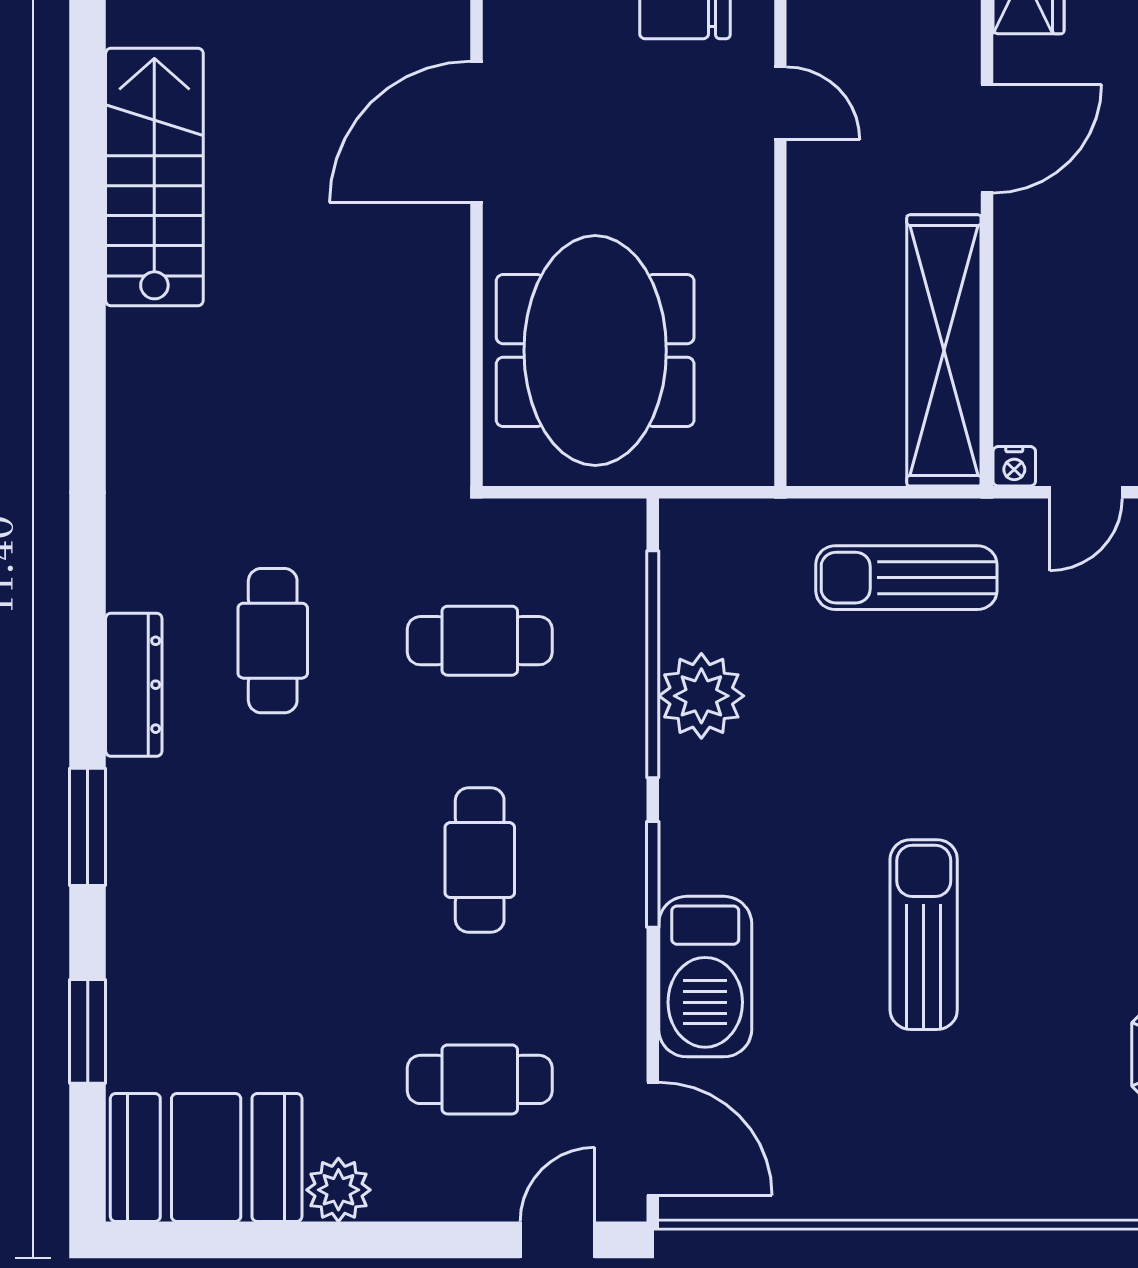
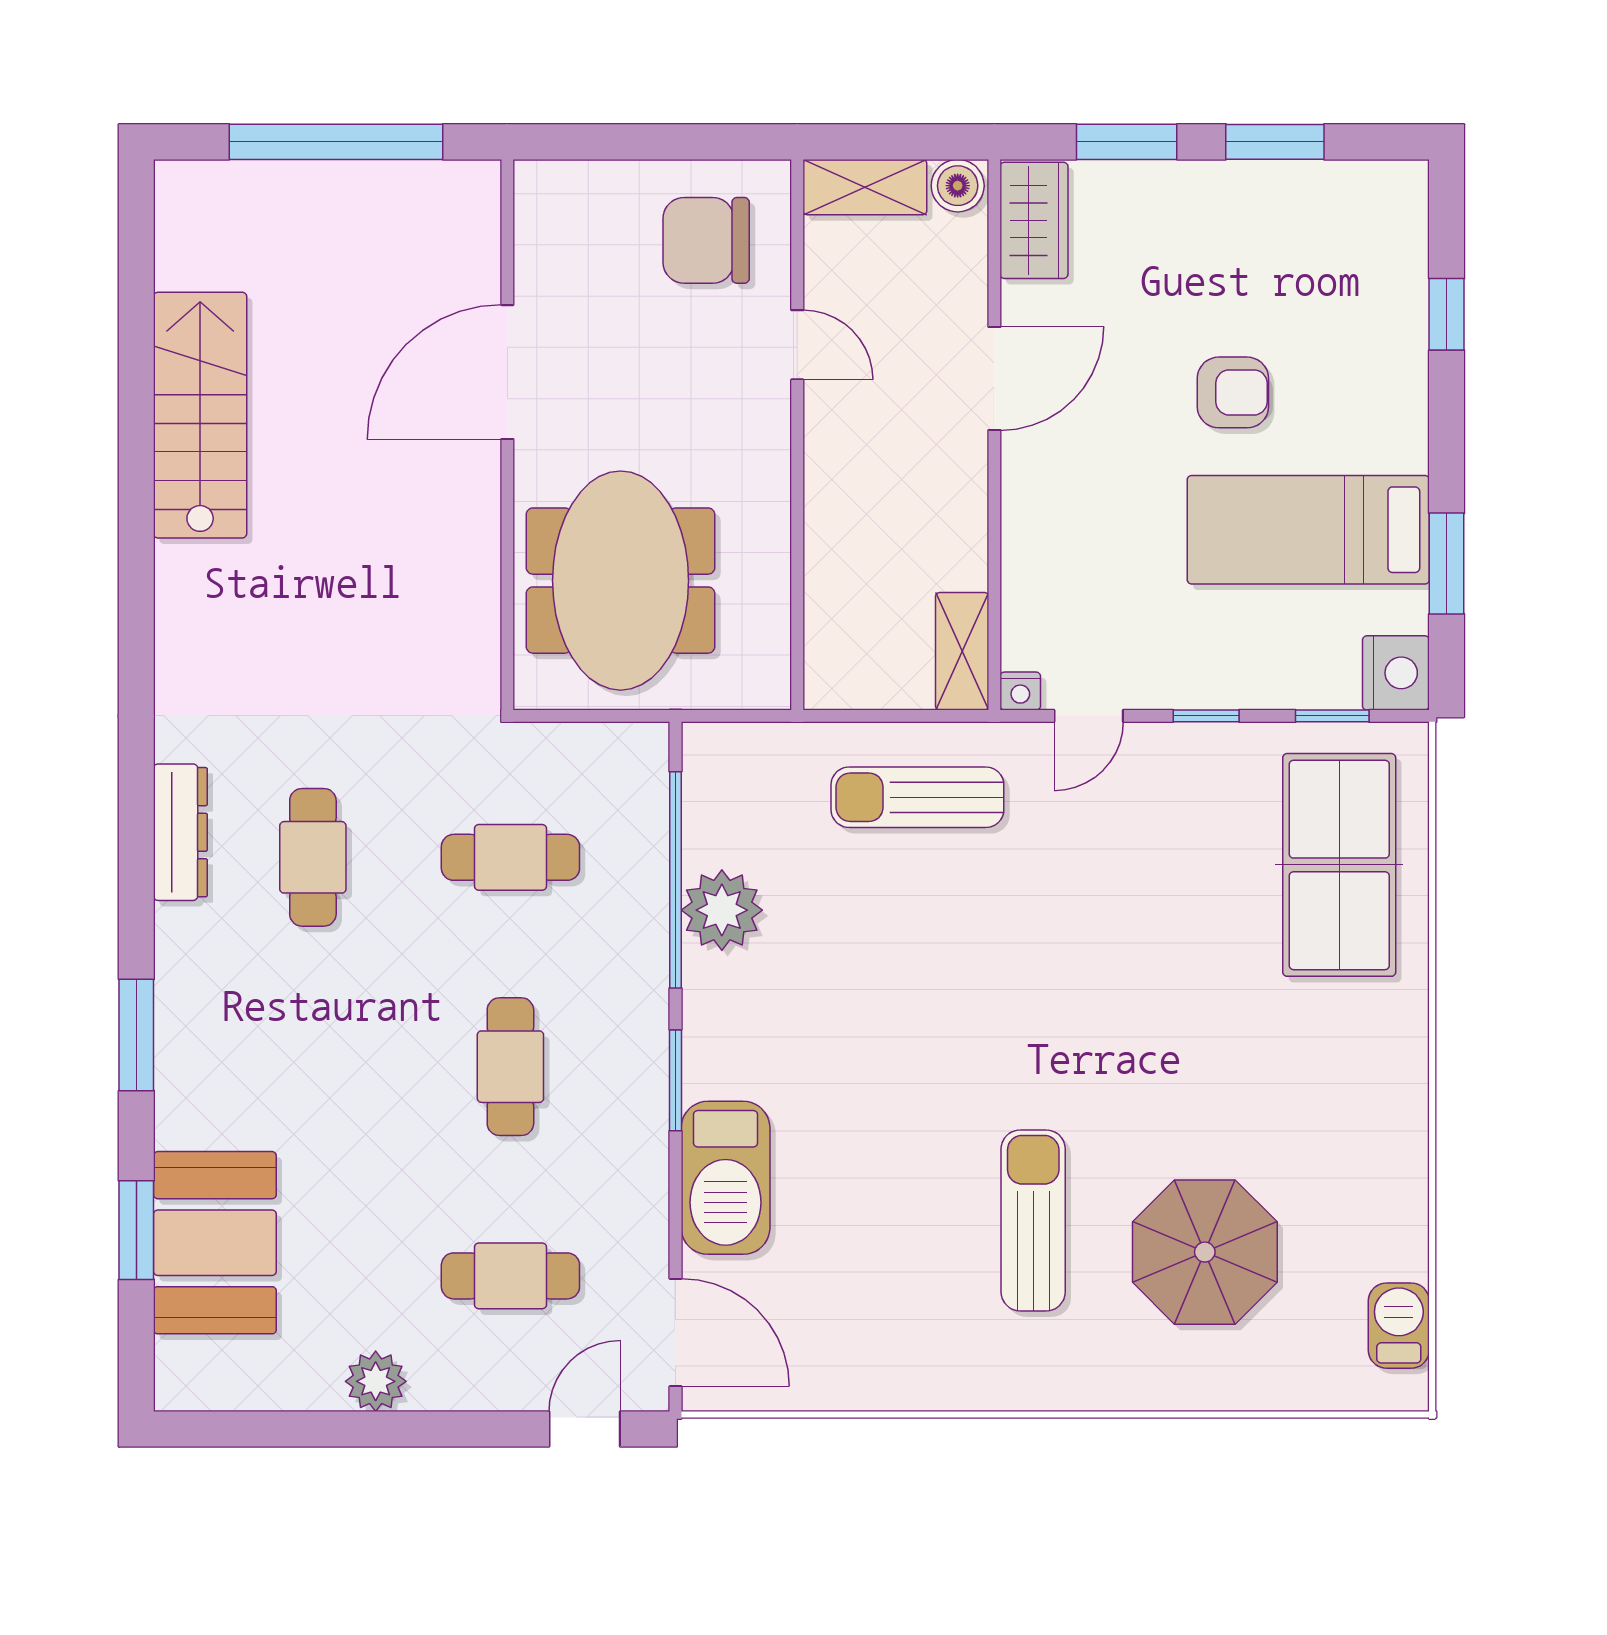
shelving: (944, 350) -> (962, 651), width x0.45, depth x0.75
dresser: (134, 685) -> (180, 832), moved
sun lounger: (924, 935) -> (1033, 1220), moved
booth: (206, 1157) -> (215, 1243), moved, turned 90

